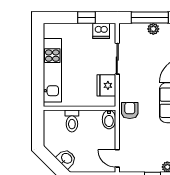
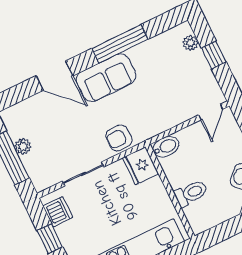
fridge: (106, 85) -> (140, 166), moved, turned 90
armchair: (130, 110) -> (119, 138), moved

